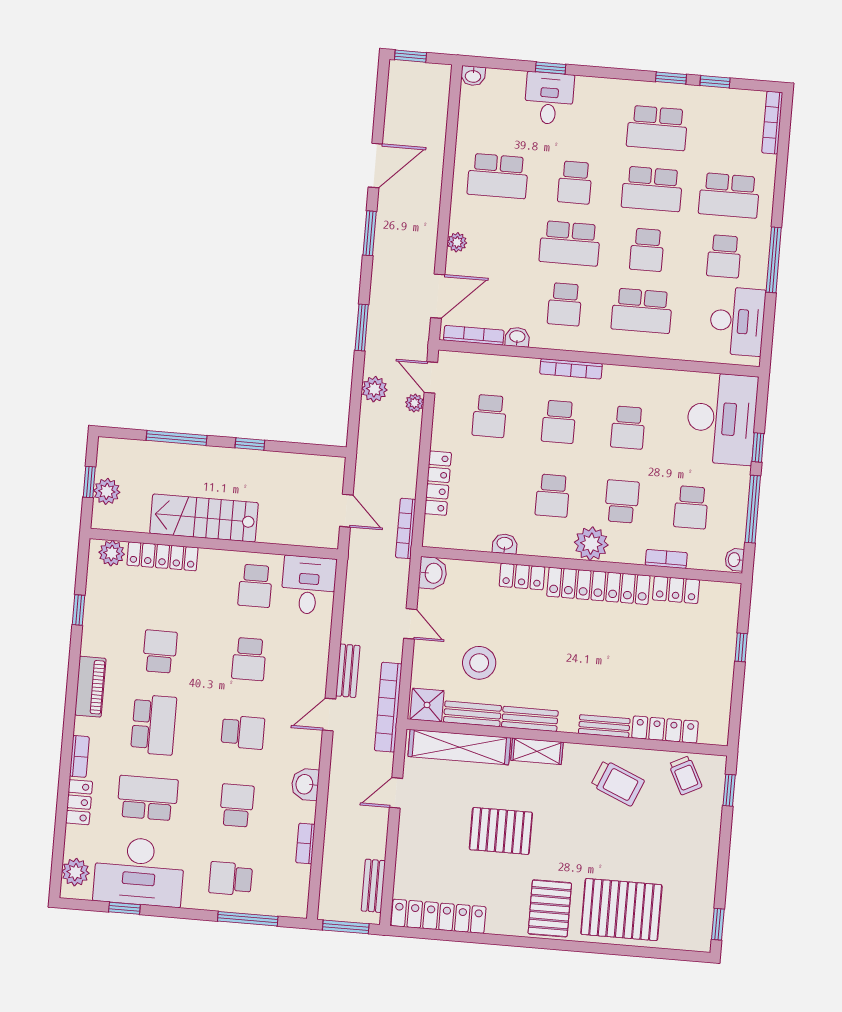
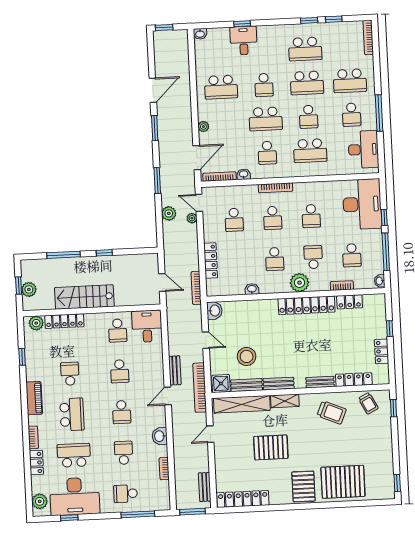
locker: (522, 577) -> (381, 351), moved, turned 90
school desk: (243, 732) -> (122, 412), turned 90

